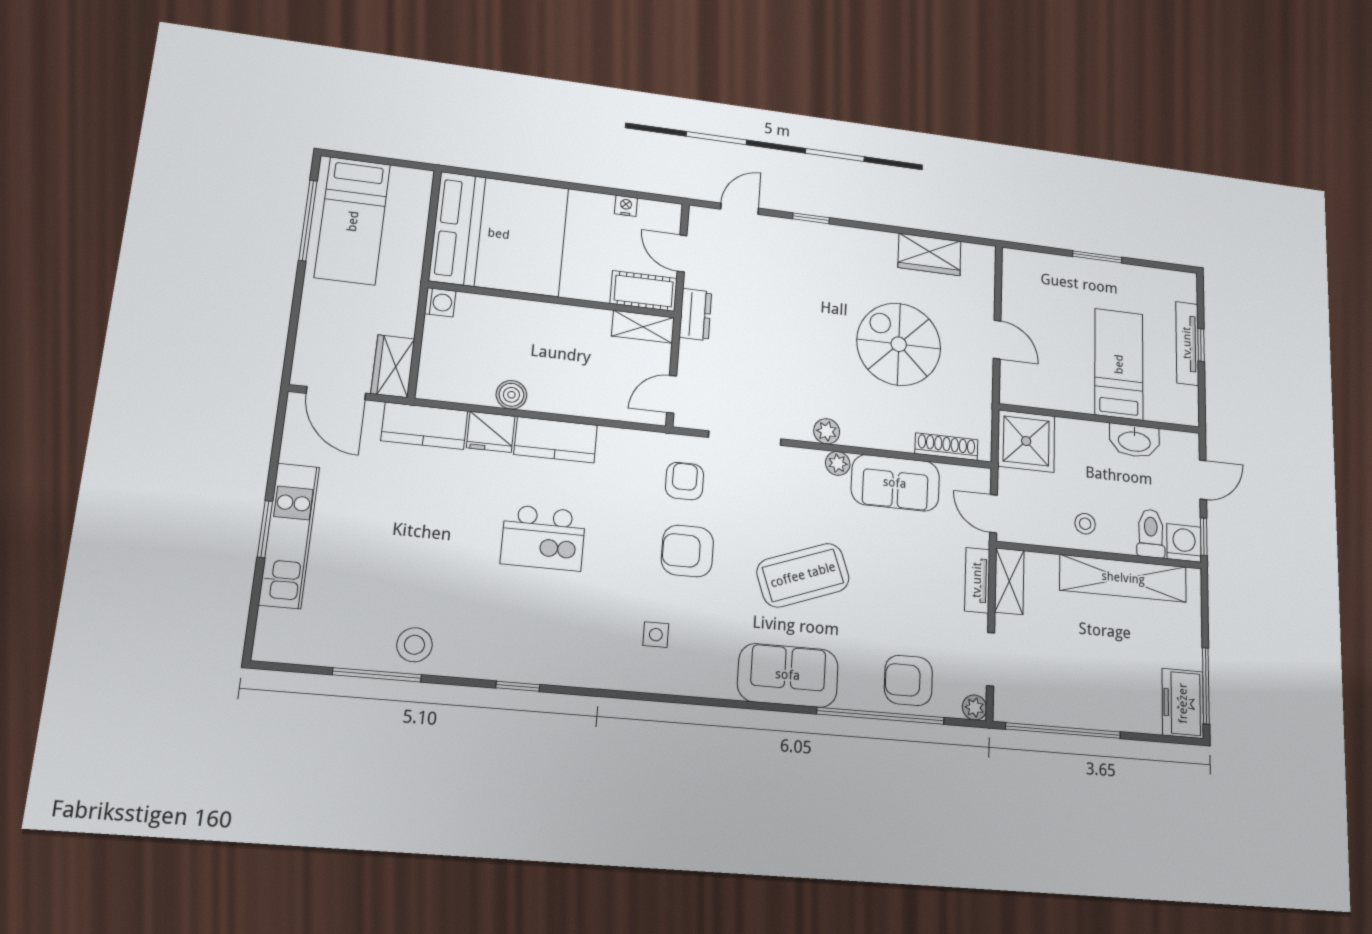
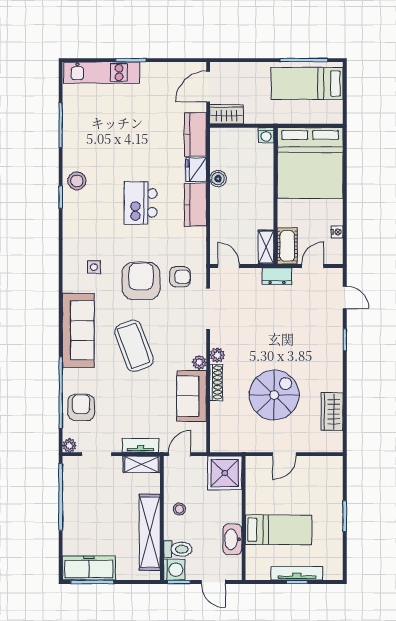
shoe rack: (946, 447) -> (216, 382), moved
kitchen unit: (289, 535) -> (102, 73), moved
armchair: (687, 551) -> (141, 281), width x1.36, depth x1.36
stool: (414, 645) -> (77, 181), moved
sofa: (788, 675) -> (78, 330), width x1.36
freezer: (1183, 703) -> (89, 568), width x1.40

